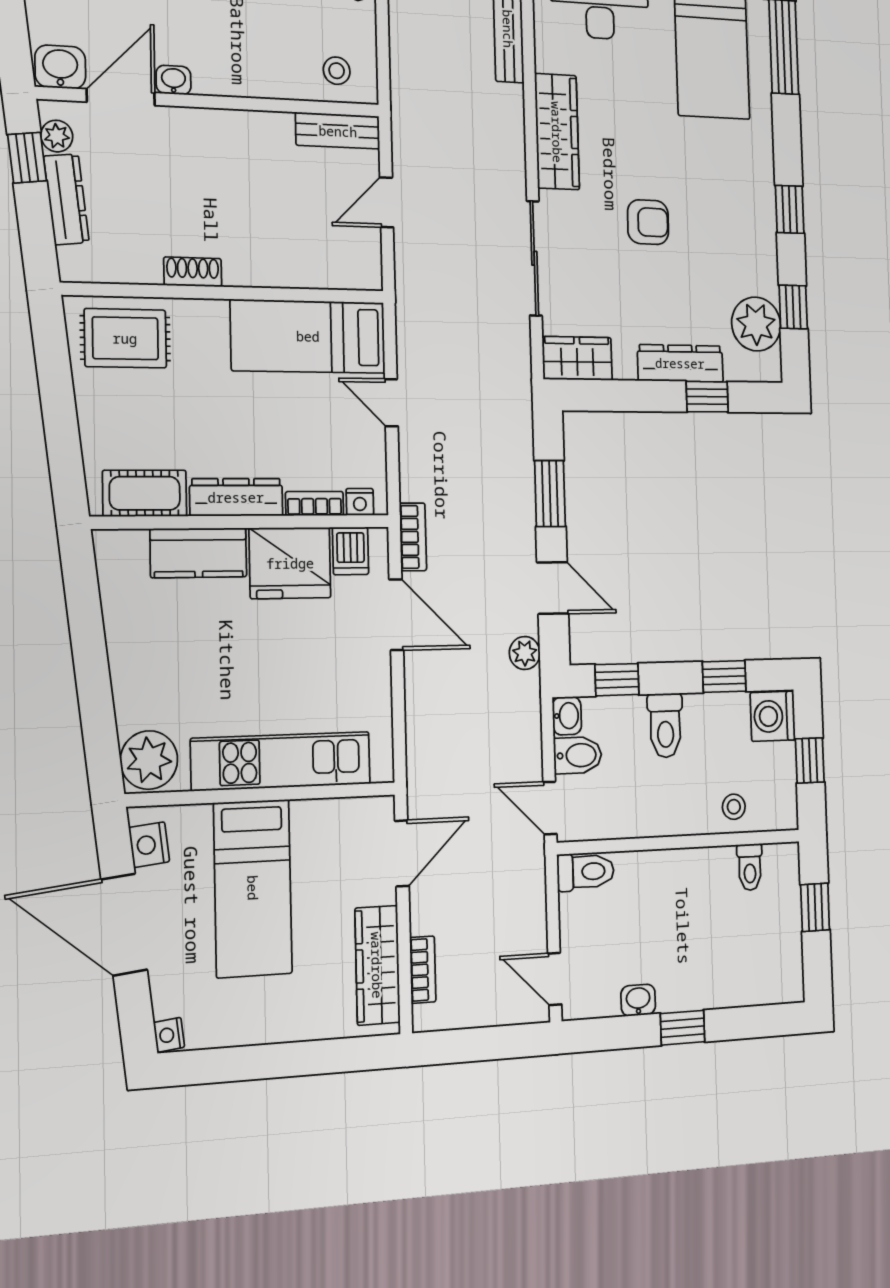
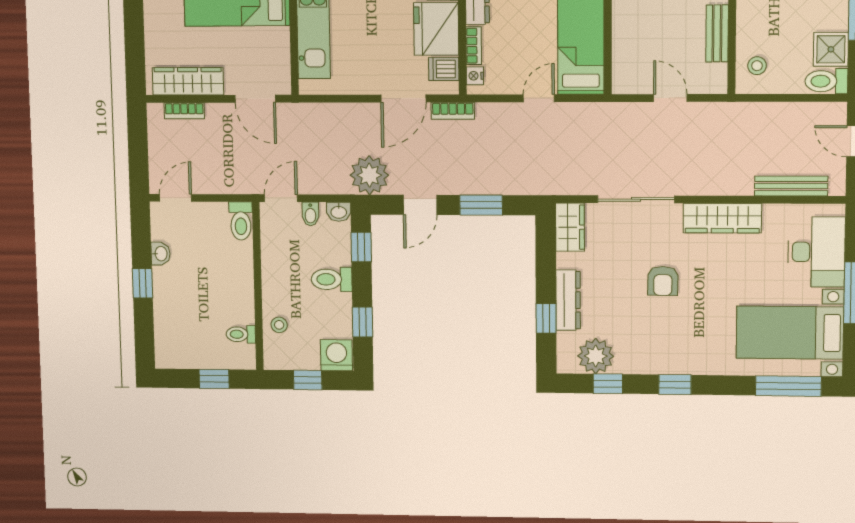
bench: (338, 131) -> (717, 33), moved
plant: (525, 653) -> (369, 175), width x1.88, depth x1.88
bidet: (578, 755) -> (310, 214), width x0.72, depth x0.74

